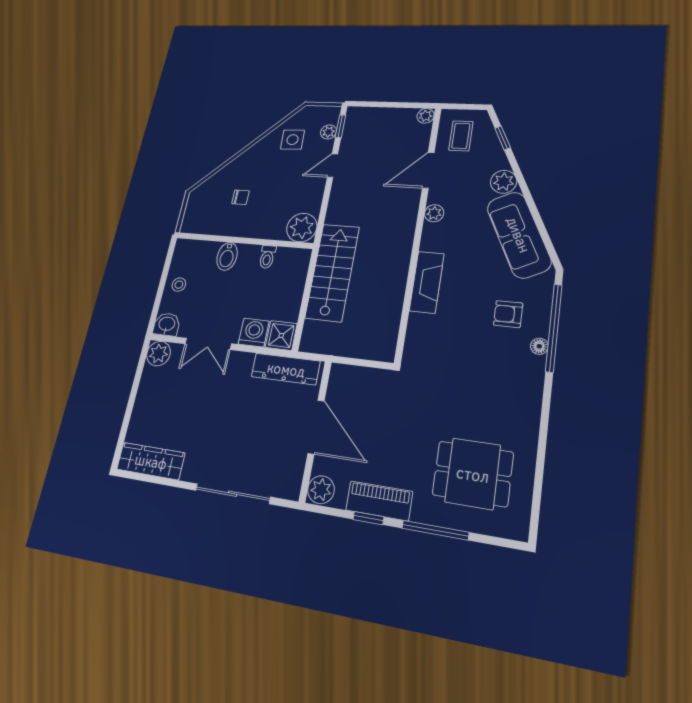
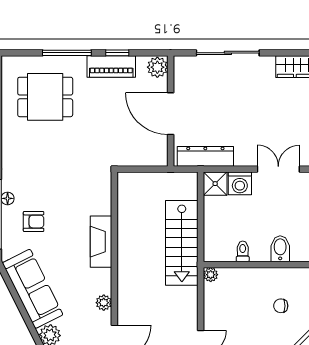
plant: (302, 228) -> (211, 275), width x0.53, depth x0.53

